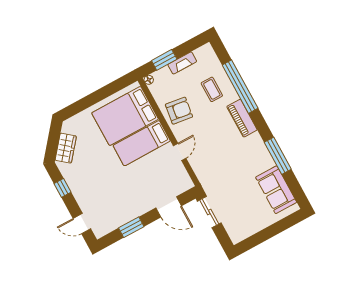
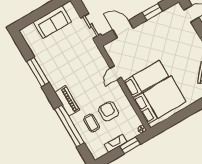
armchair: (179, 111) -> (109, 111), moved, turned 82
sofa: (276, 190) -> (52, 22), moved, turned 90

